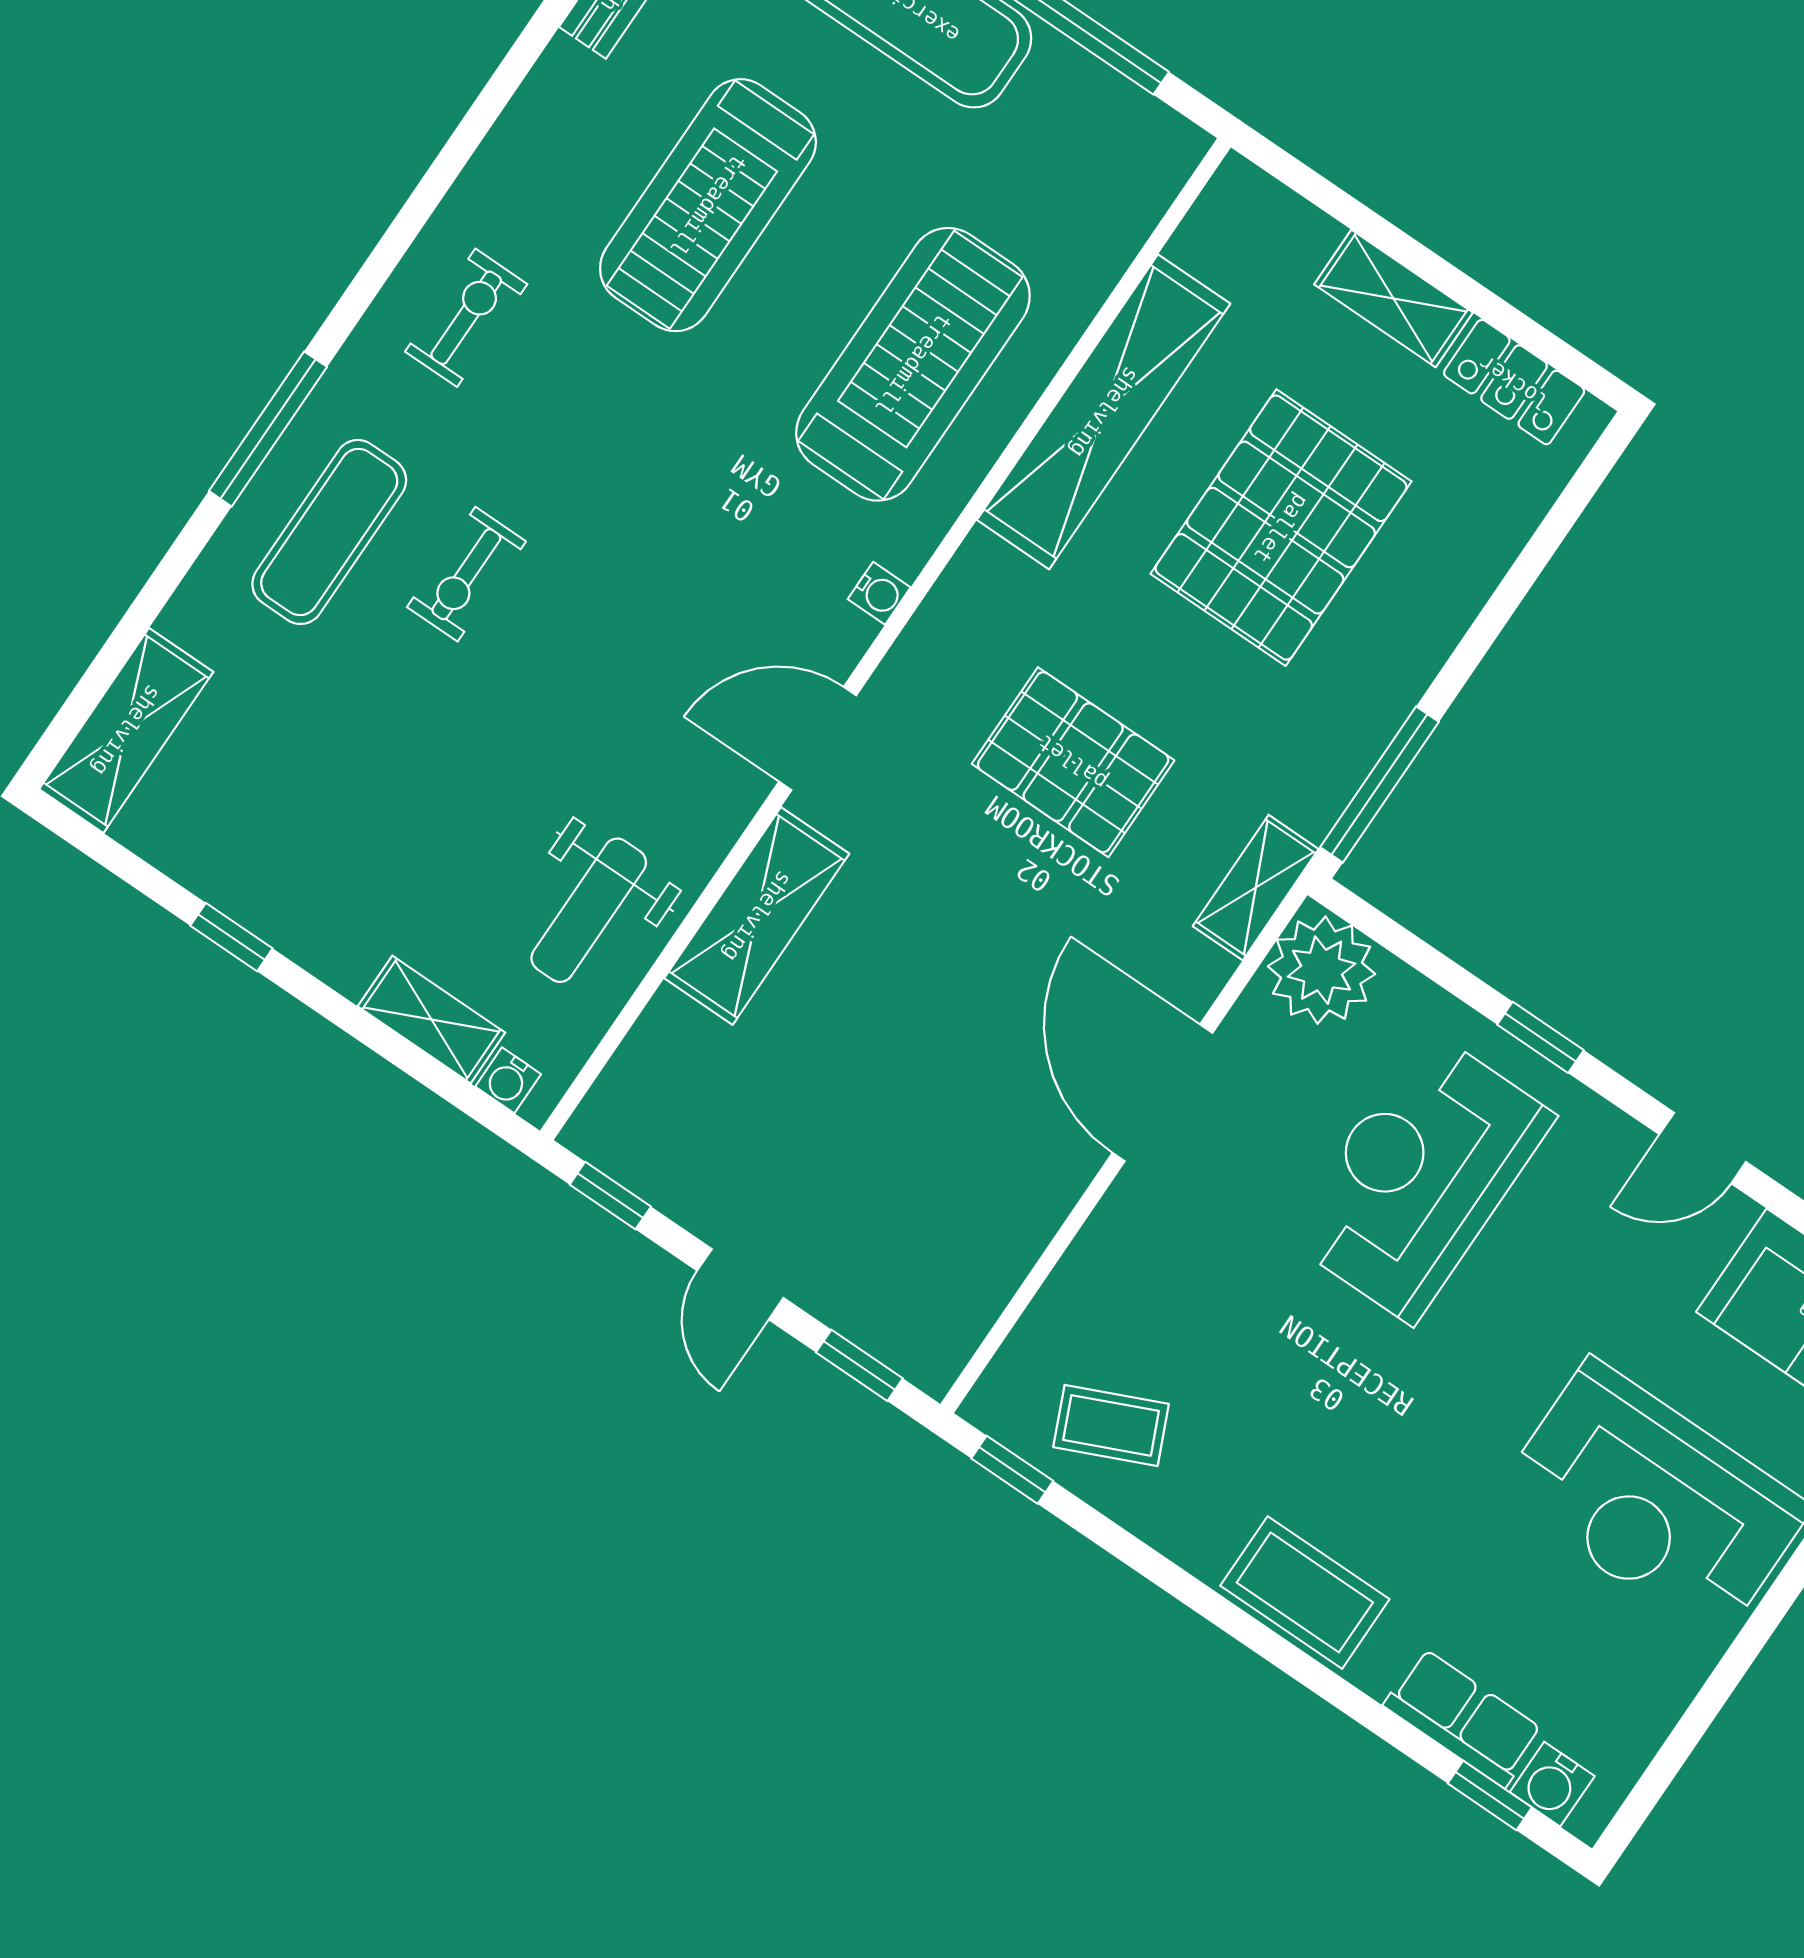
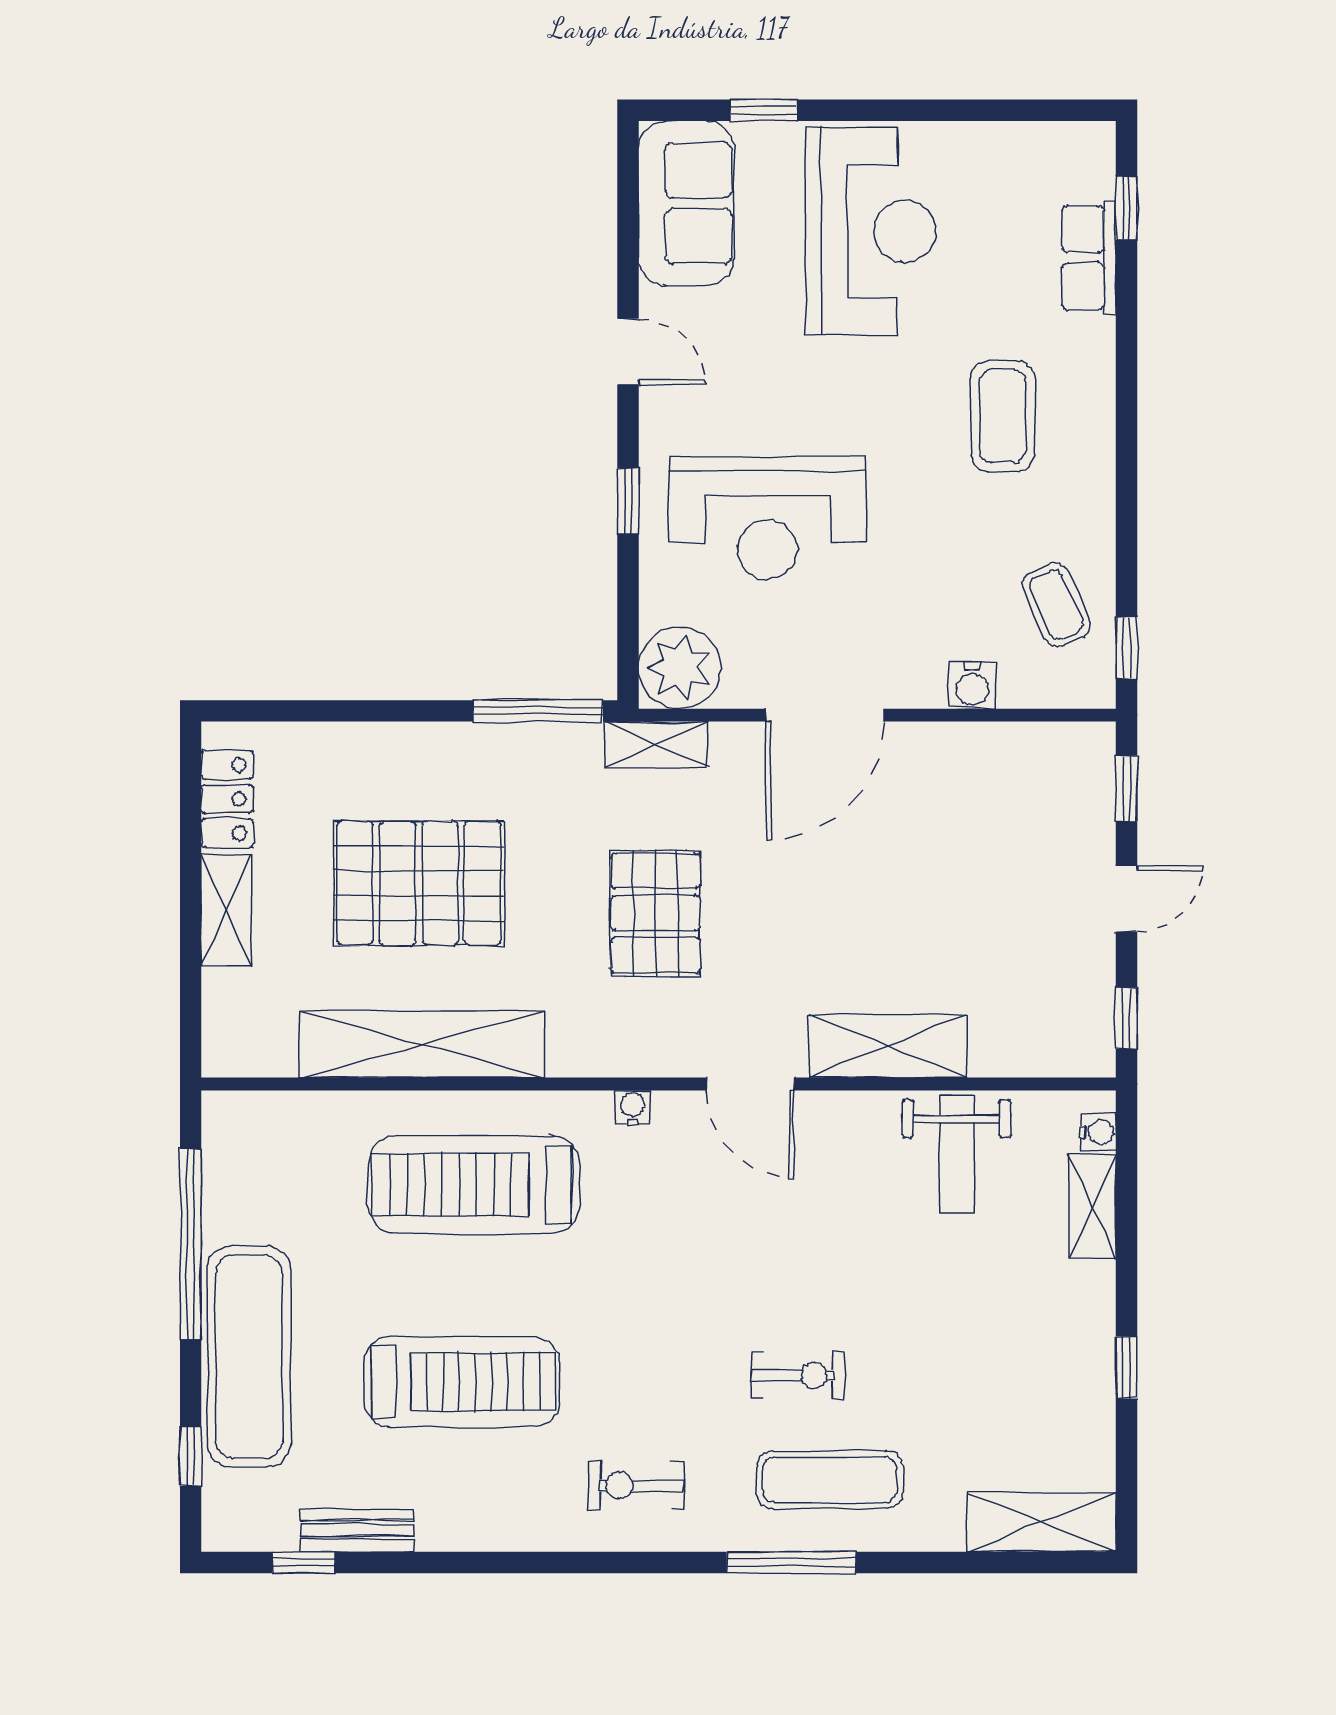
weight bench: (589, 910) -> (956, 1154), turned 90
coffee table: (1305, 1592) -> (1003, 416), moved
water cooler: (1552, 1784) -> (972, 686), moved, turned 90

